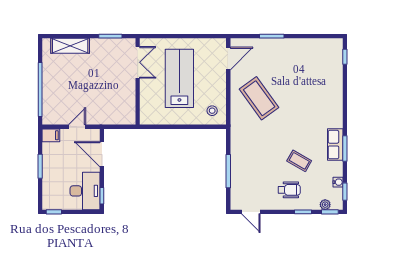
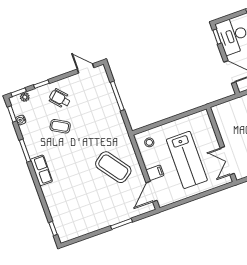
filing cabinet: (218, 77) -> (155, 173), added
row of seats: (335, 145) -> (41, 170), moved
wheelchair: (289, 190) -> (60, 99), turned 48

